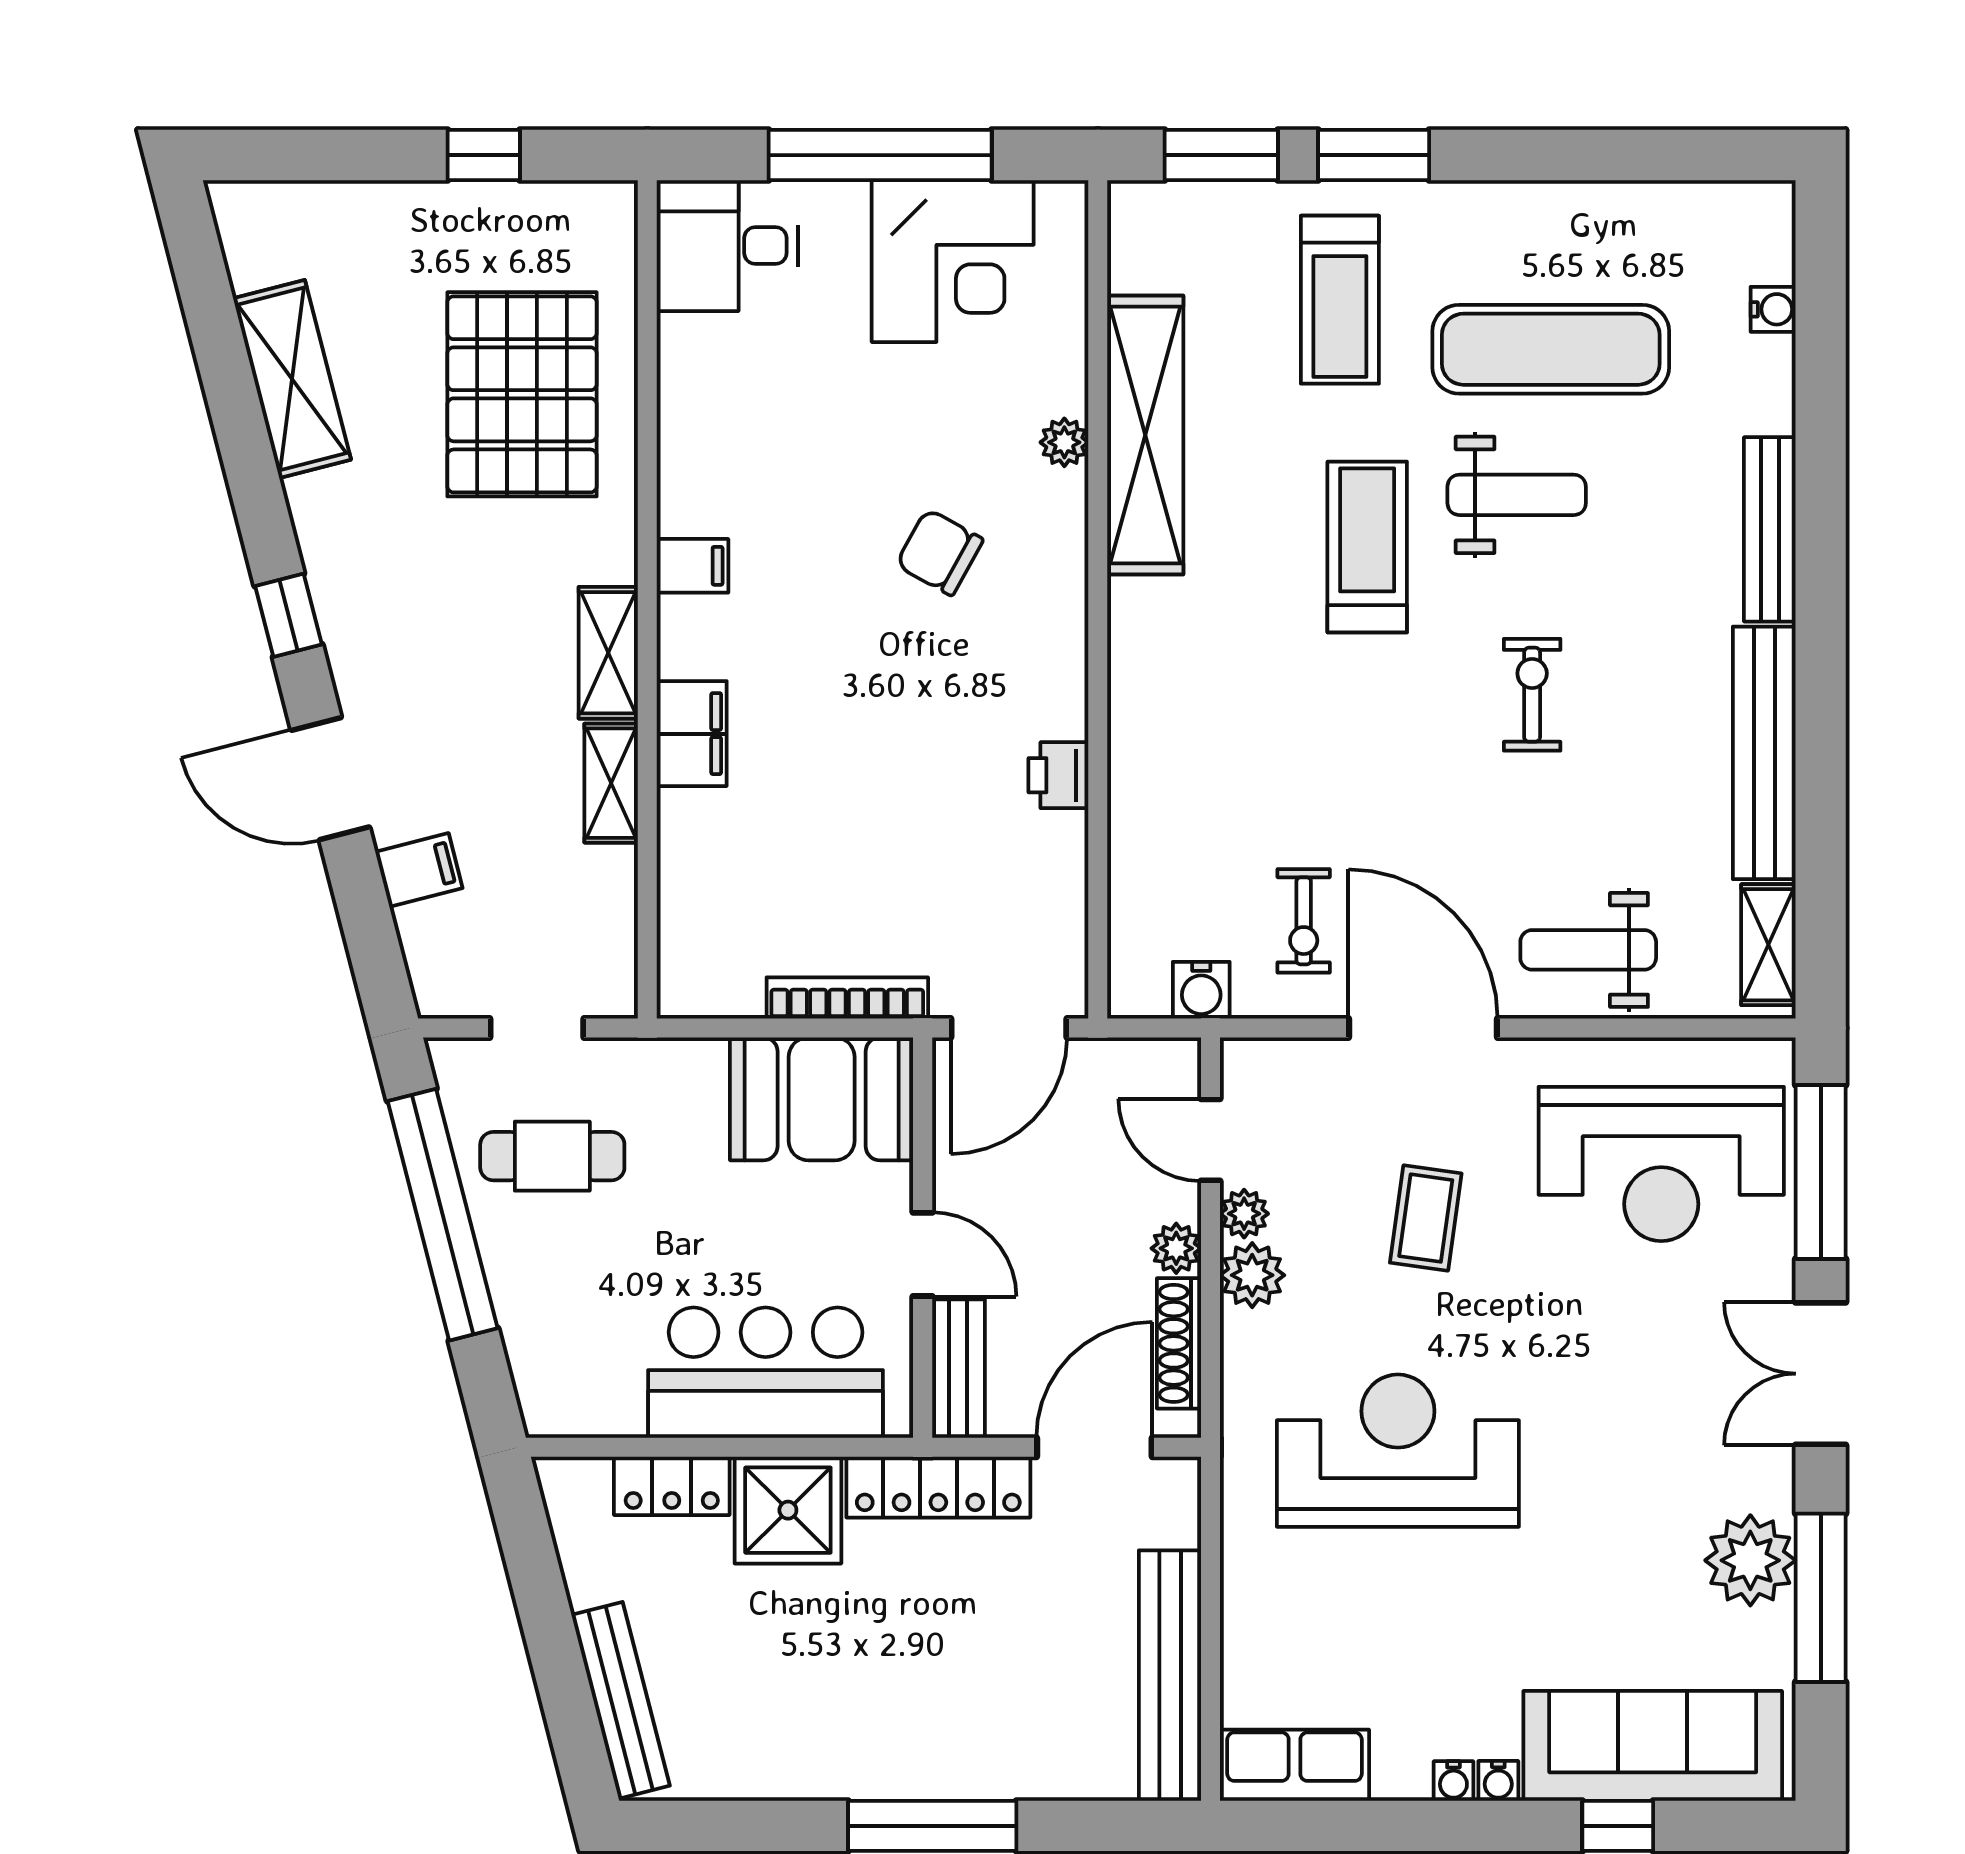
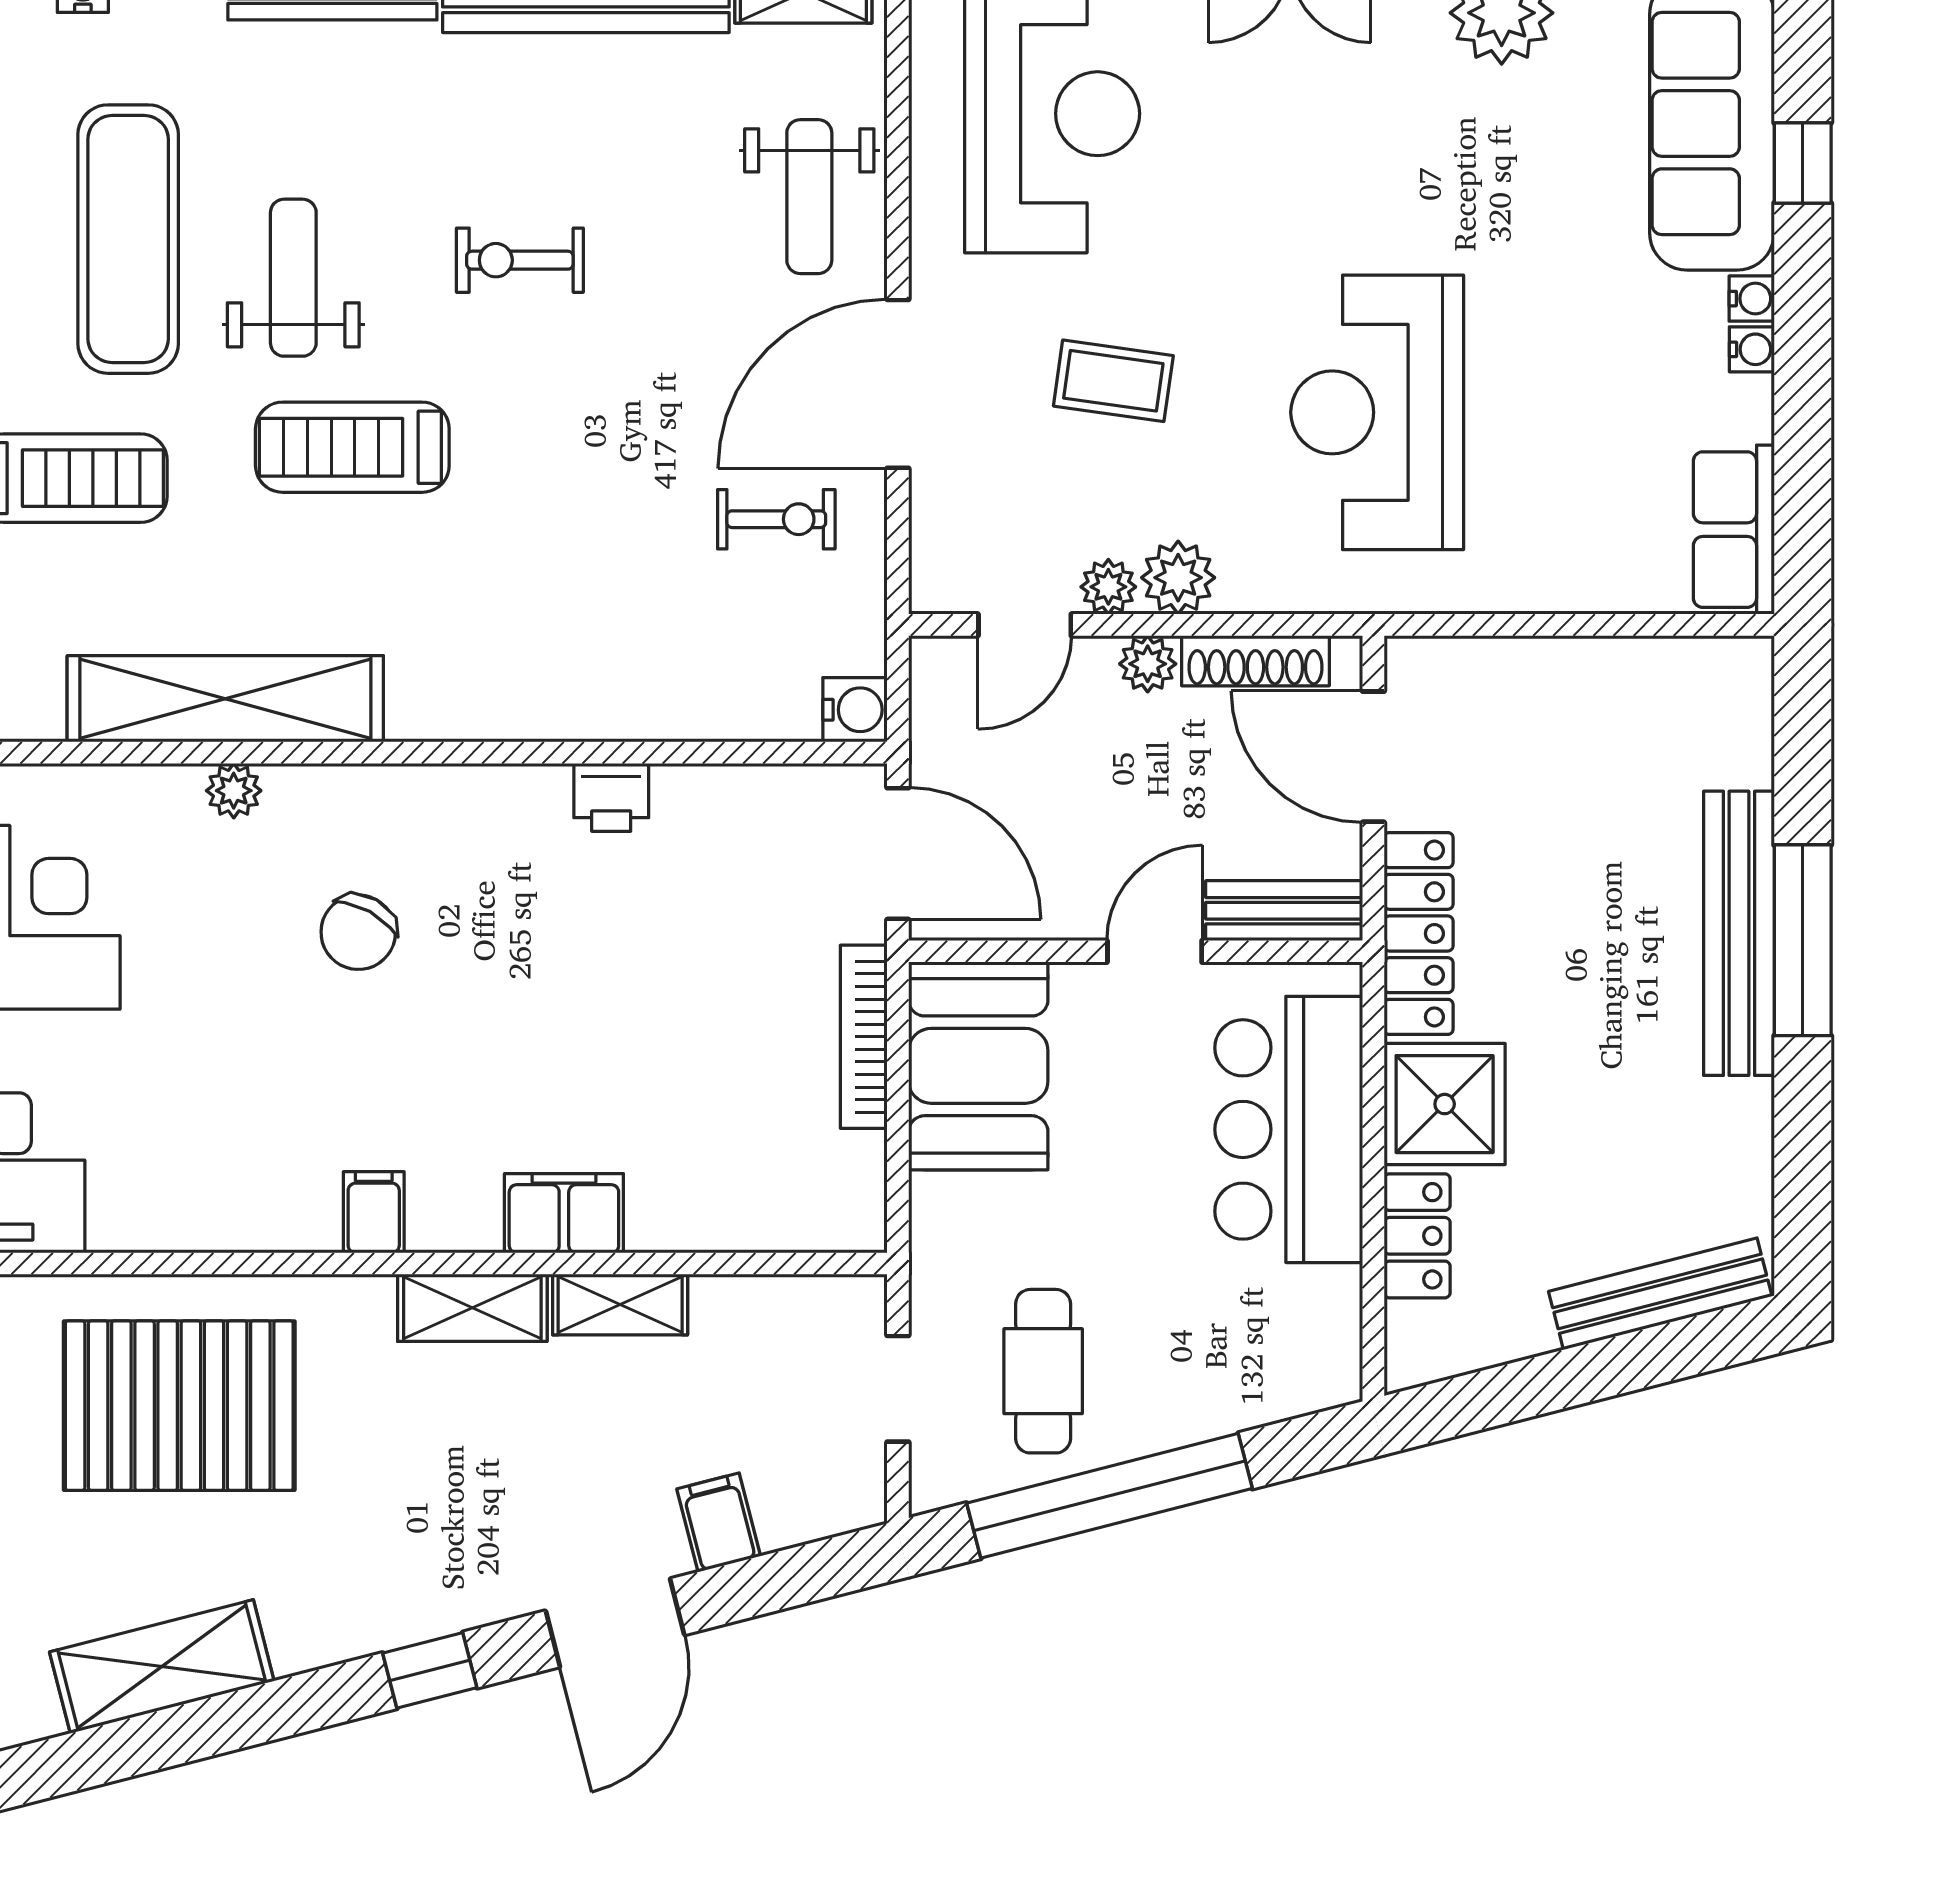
water cooler: (1201, 990) -> (855, 710), moved
bench: (1170, 1676) -> (1739, 933), moved, turned 90

